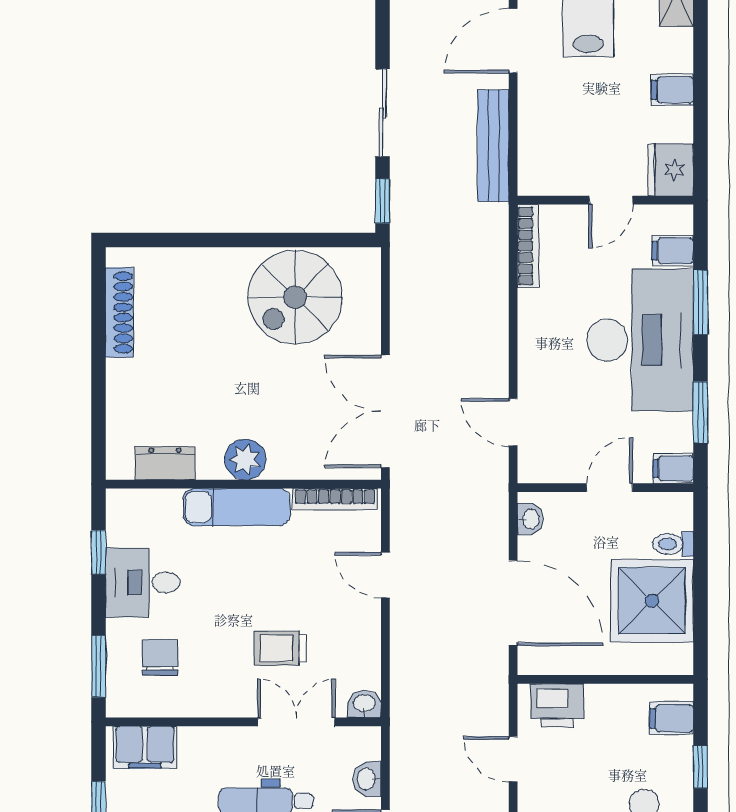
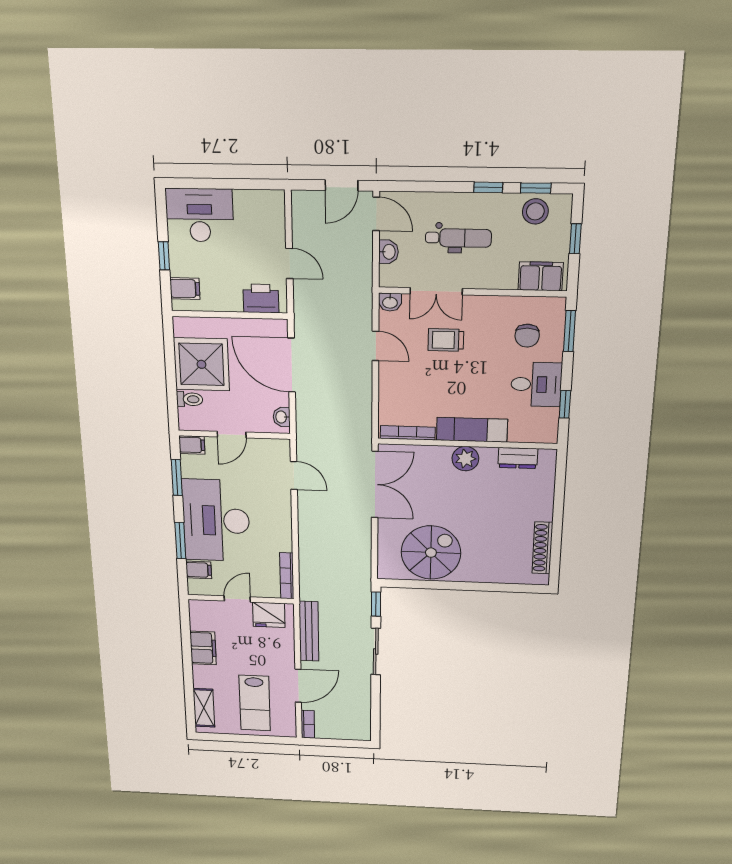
filing cabinet: (672, 90) -> (203, 648), width x2.00
fridge: (671, 170) -> (269, 615), moved, turned 90
door: (385, 575) -> (375, 346), moved
trolley: (280, 648) -> (446, 340), turned 180

